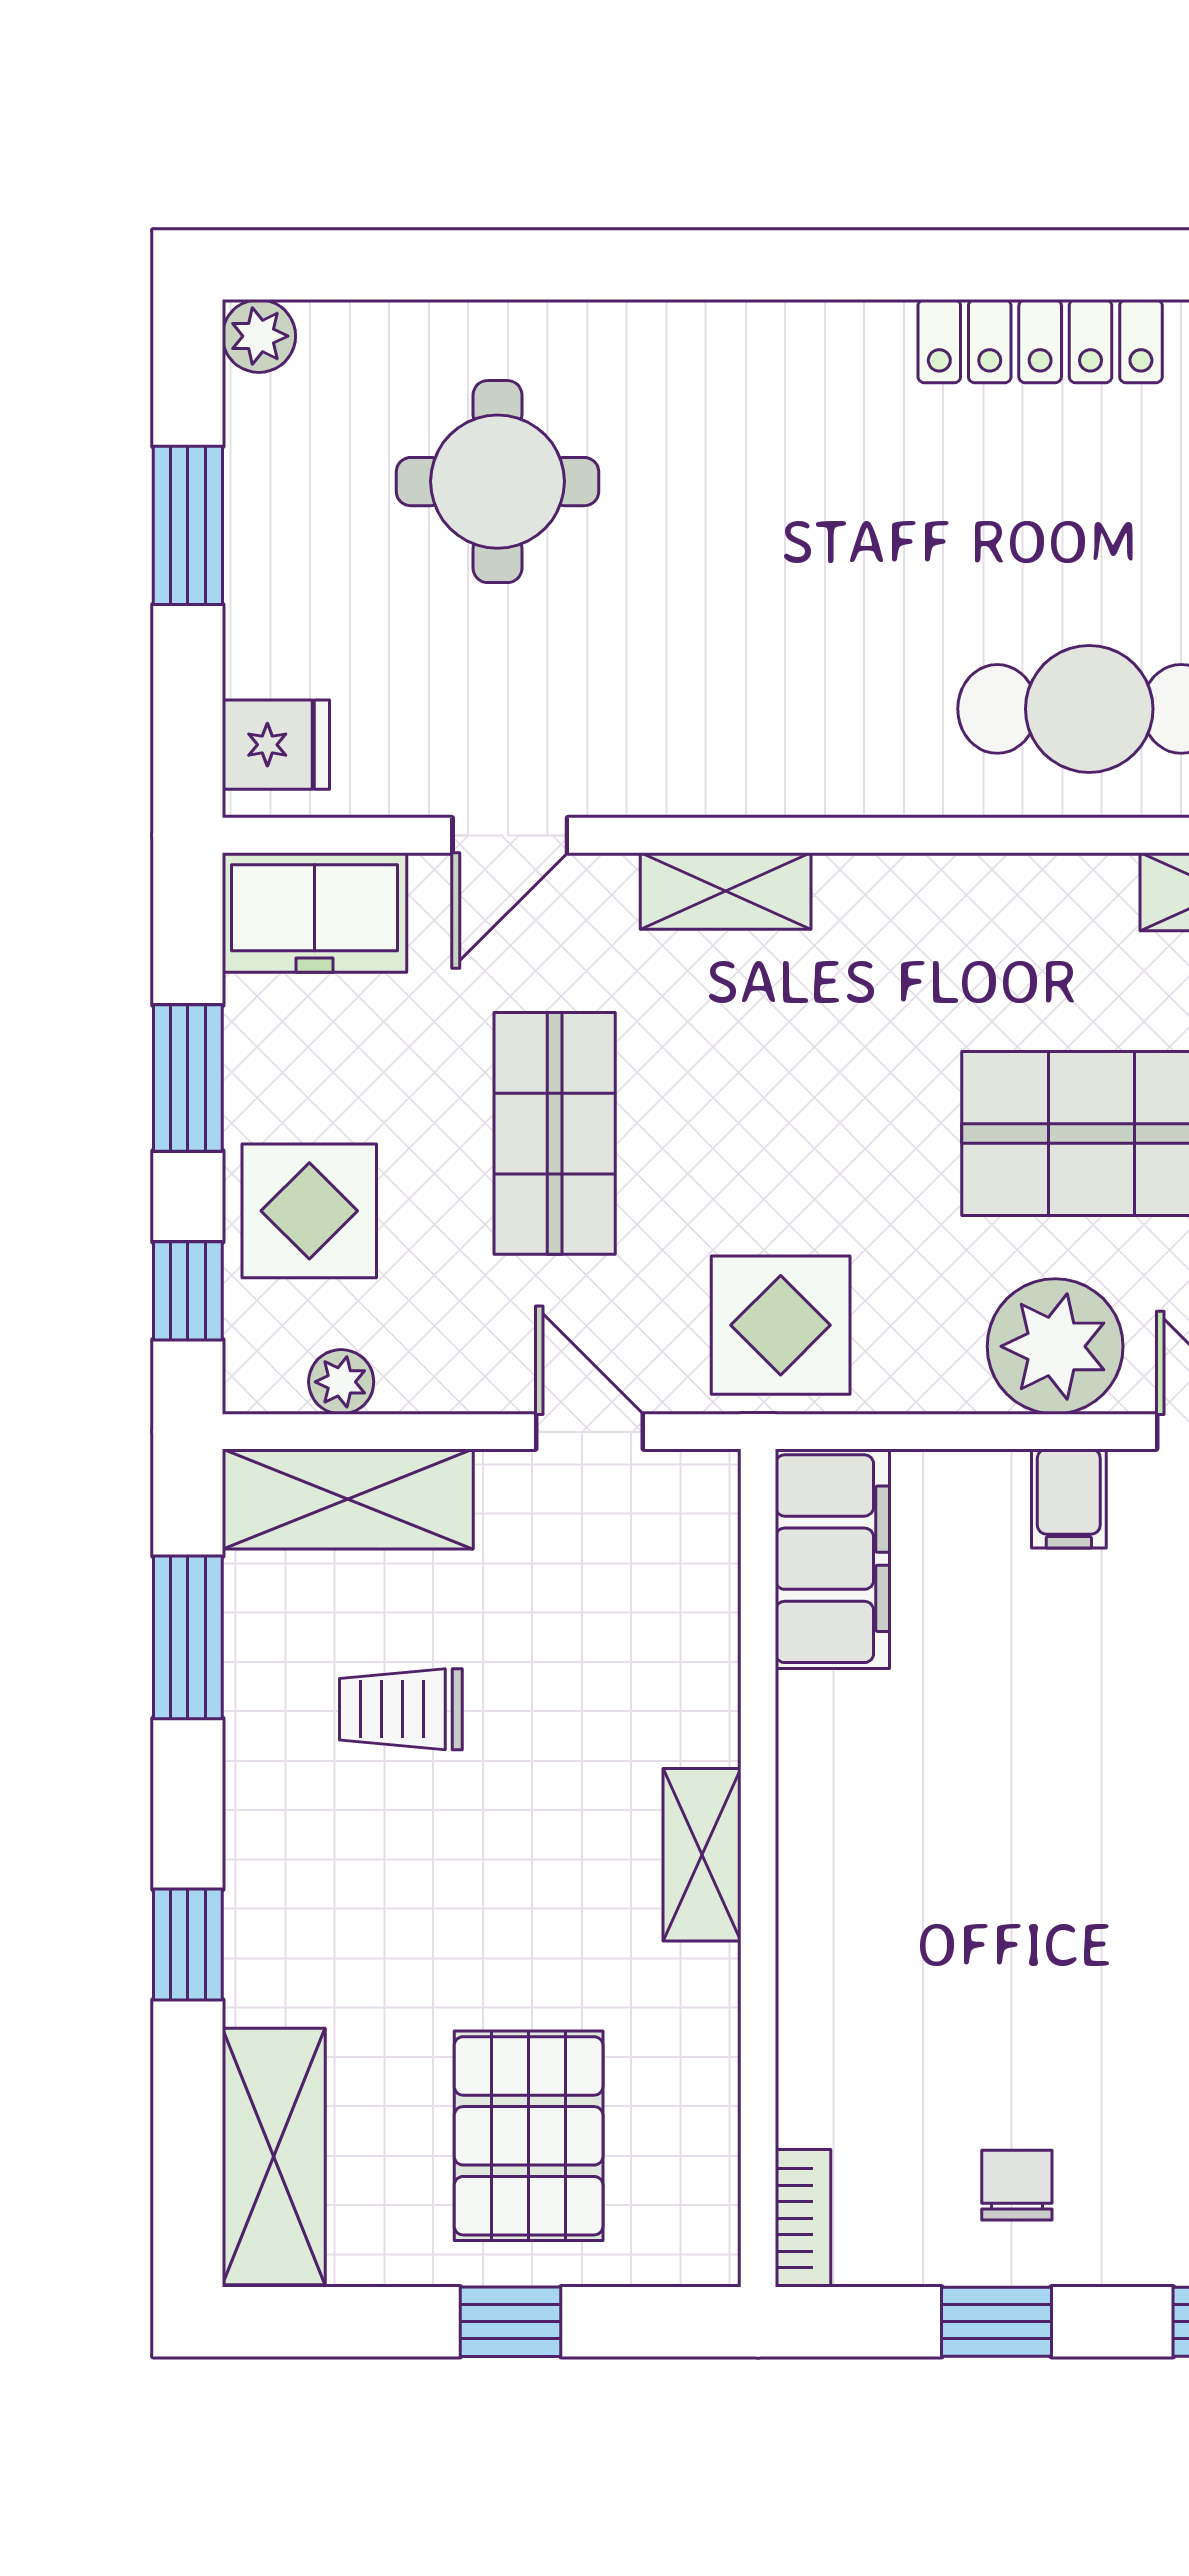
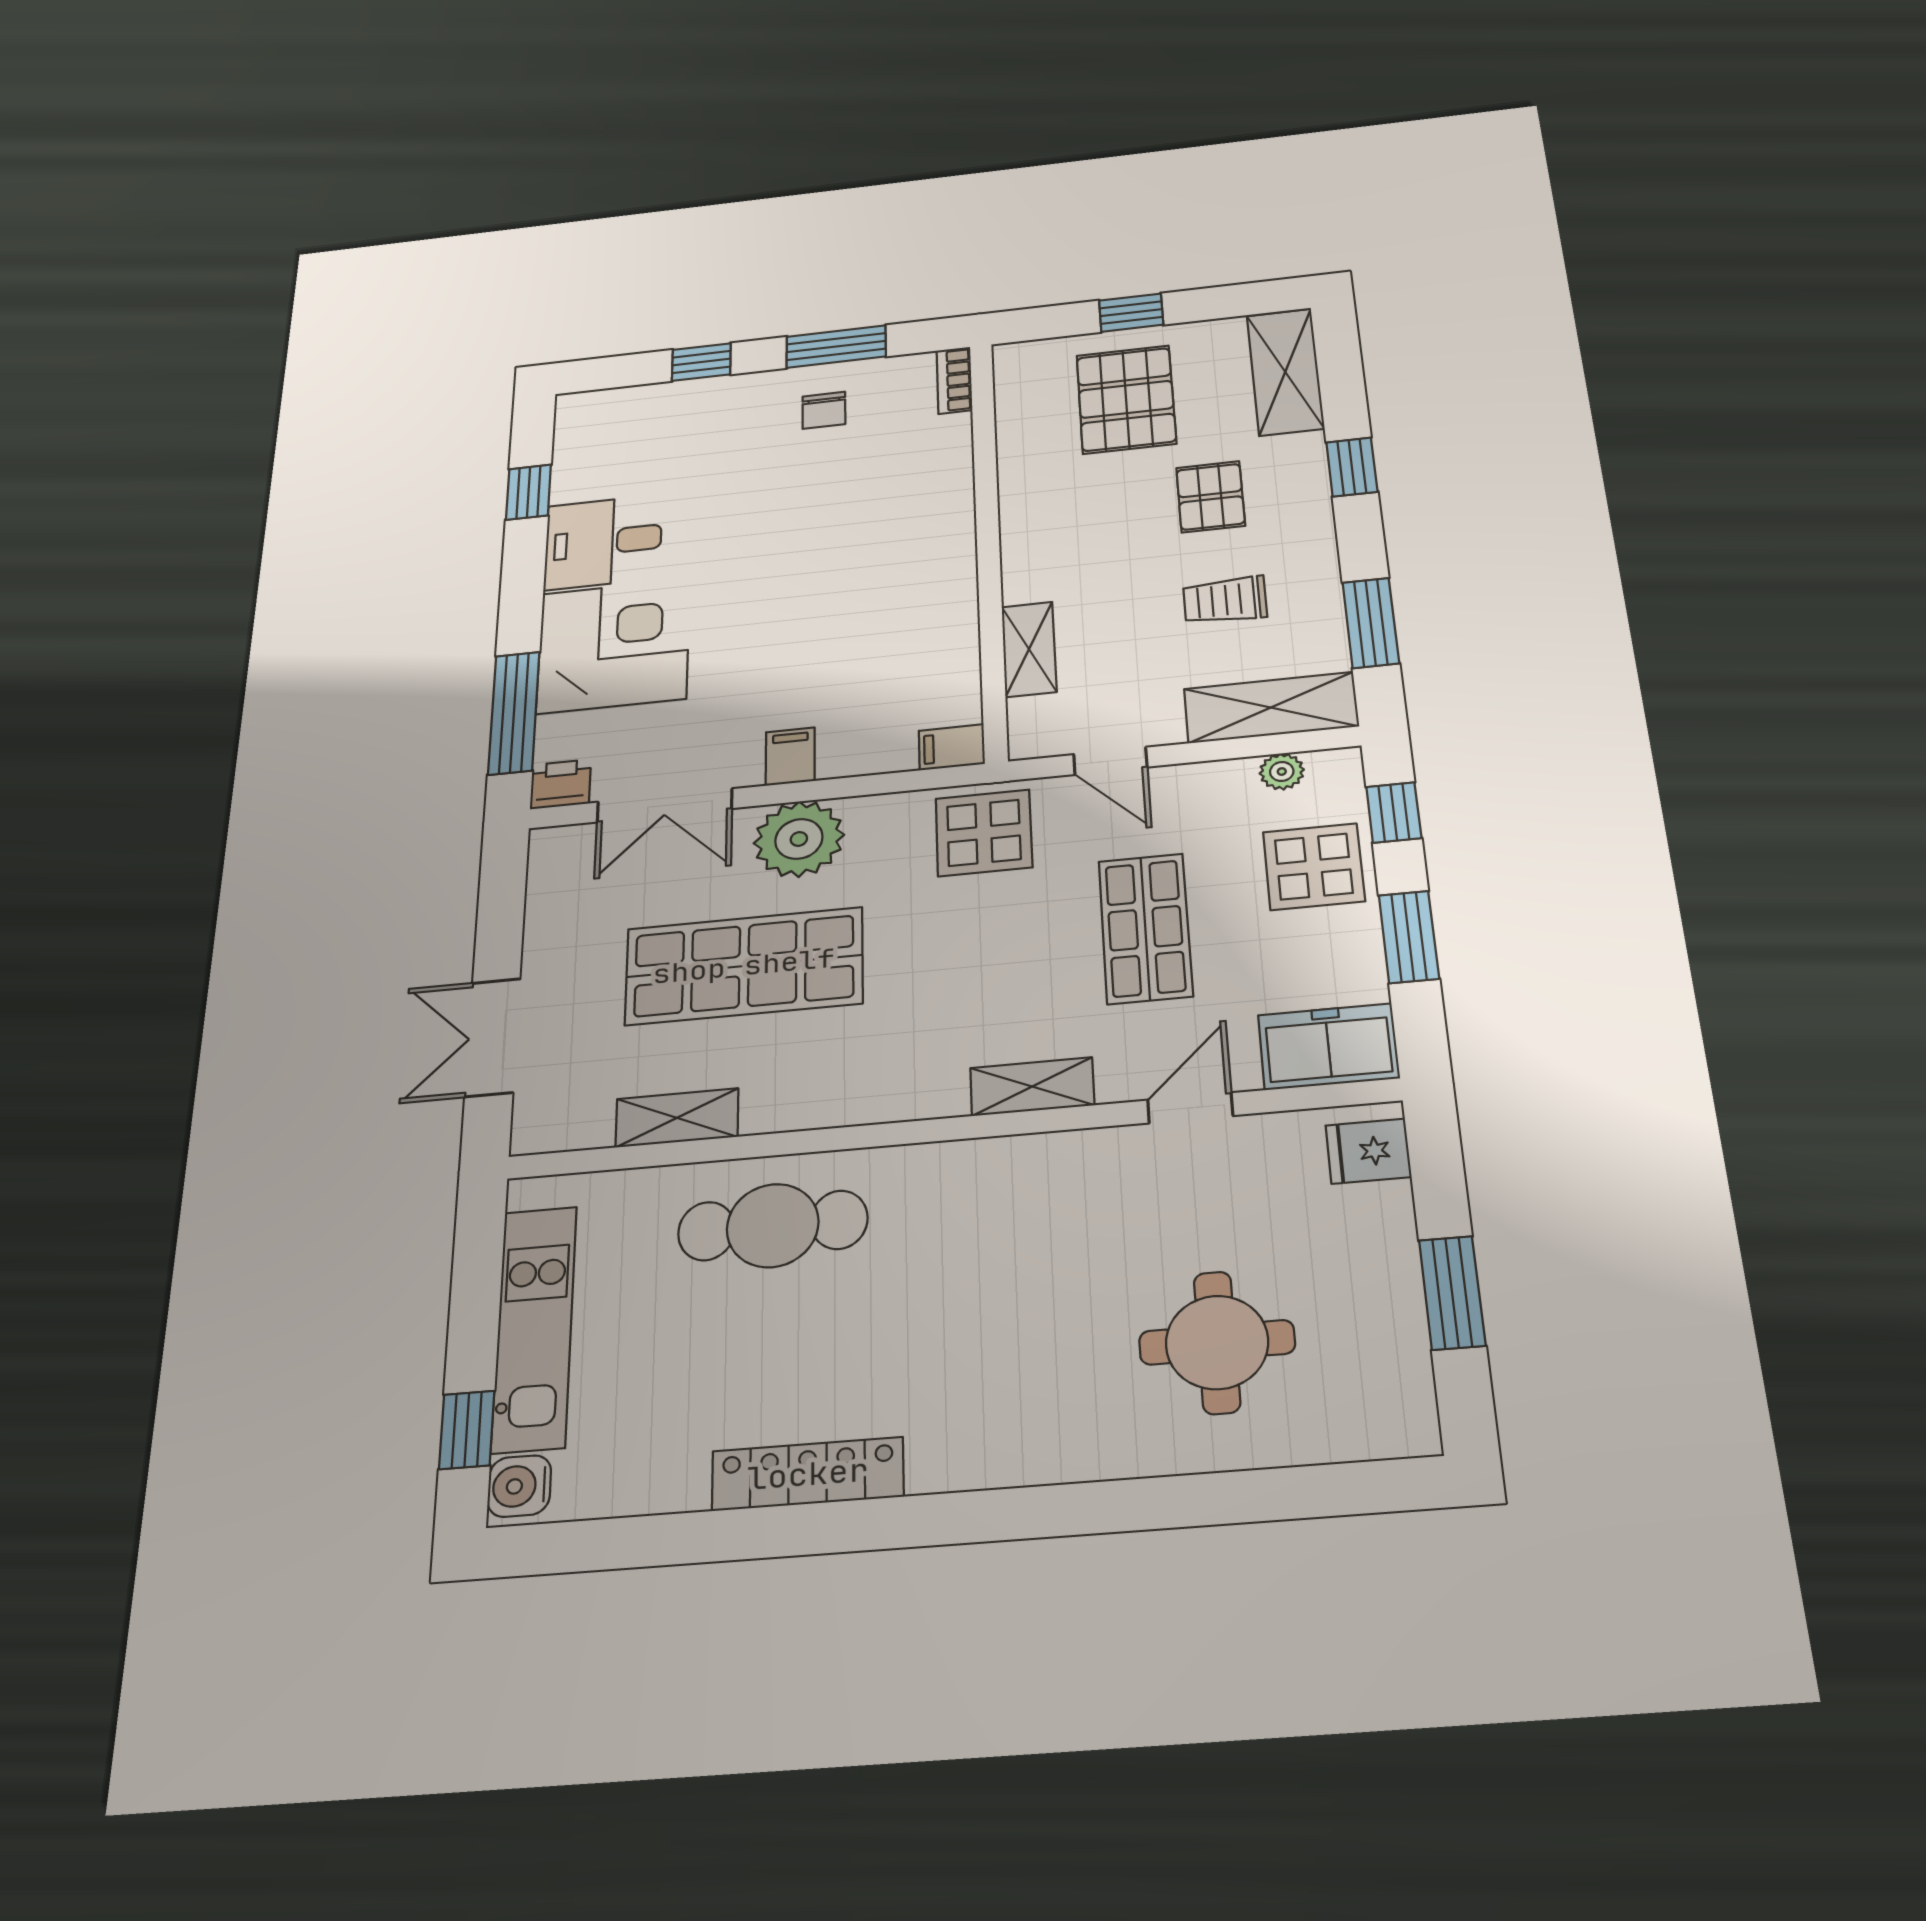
plant: (259, 336) -> (1412, 1431), removed
filing cabinet: (832, 1559) -> (952, 747), width x0.33, depth x0.86
trolley: (401, 1709) -> (1225, 600), turned 180
shelving: (702, 1855) -> (1029, 649), moved
pallet: (409, 1916) -> (1211, 497), added
window: (996, 2322) -> (836, 347), width x1.50

